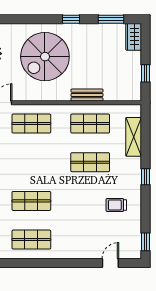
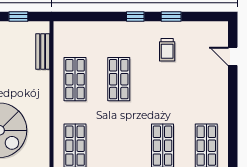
bench: (87, 95) -> (43, 51), moved
shelving: (134, 137) -> (90, 30), removed
window: (146, 242) -> (171, 17), moved

